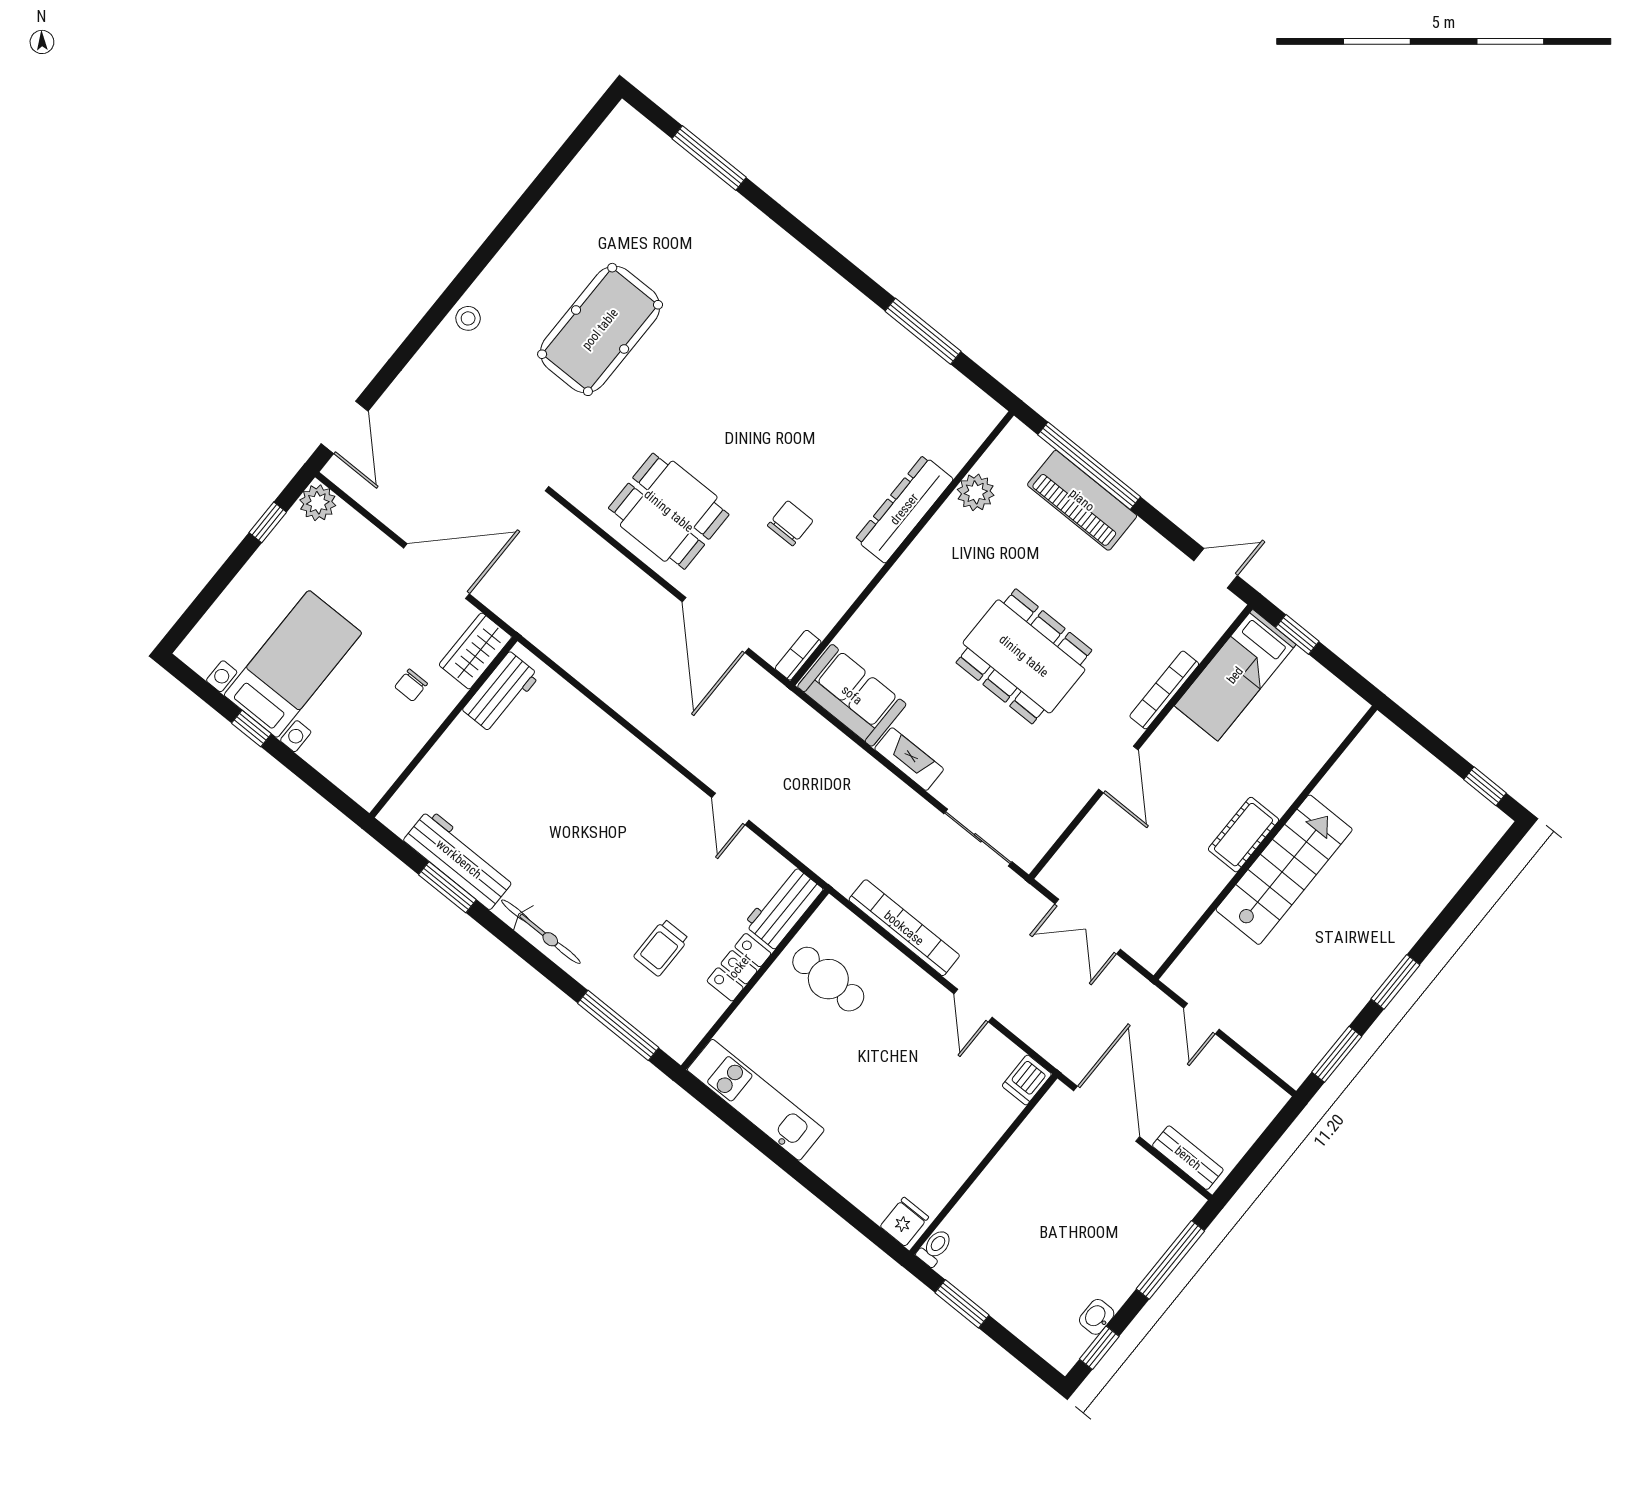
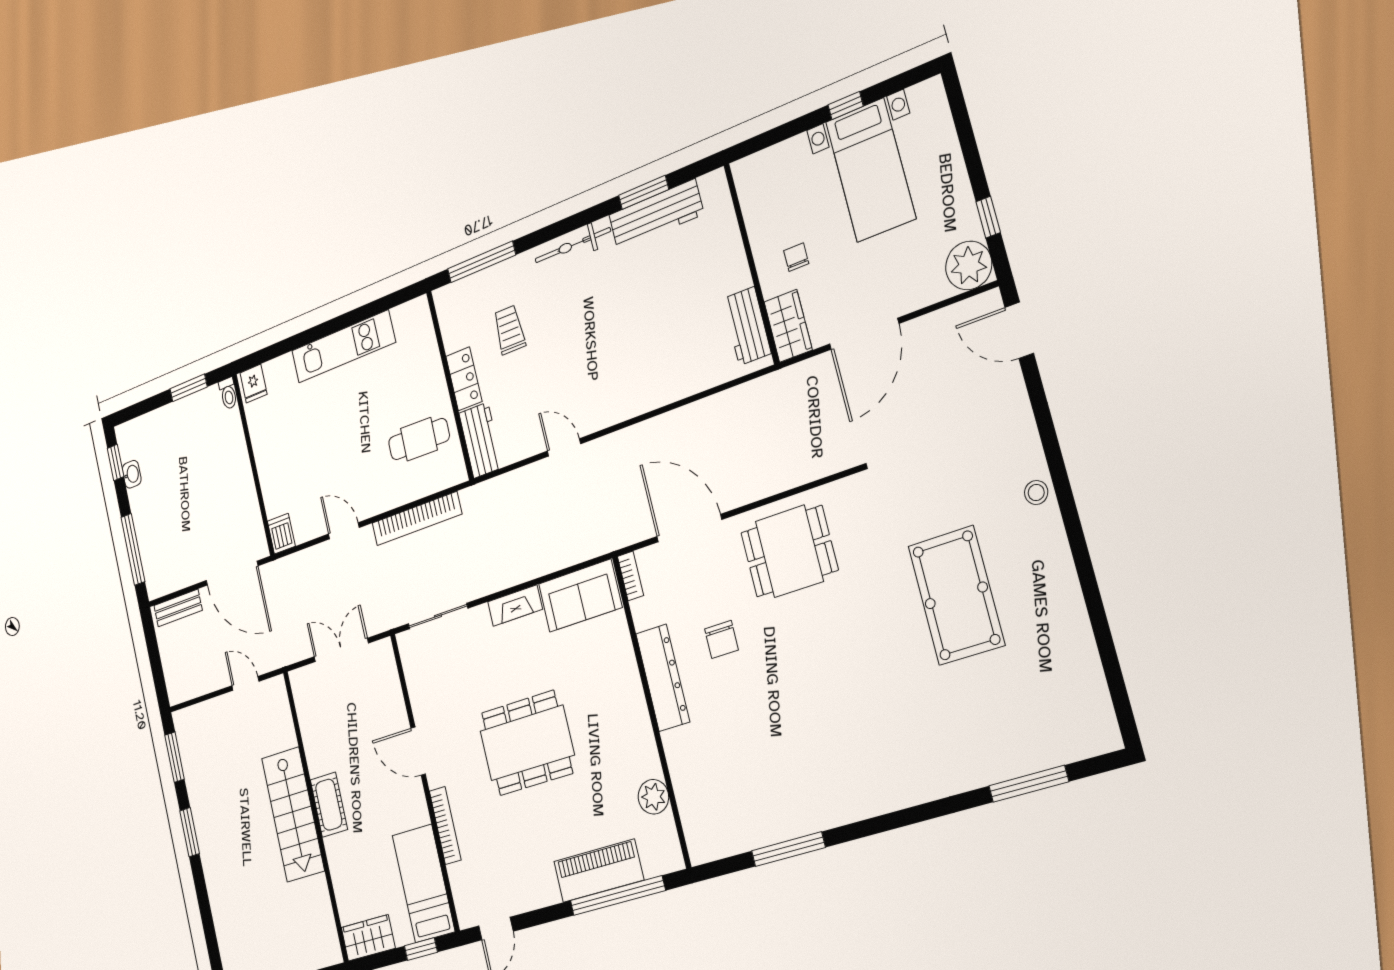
plant: (318, 503) -> (969, 265), width x1.36, depth x1.36
dresser: (904, 509) -> (663, 678), moved
wardrobe: (1333, 699) -> (368, 938), added
kitchen unit: (756, 1100) -> (343, 346), moved

